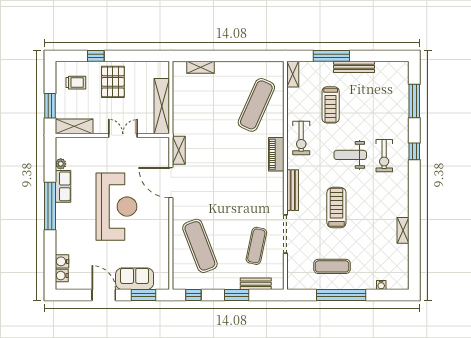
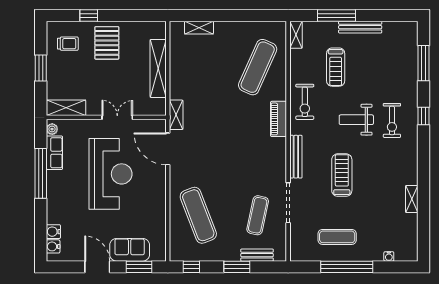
shelving: (74, 126) -> (66, 108), moved
wall: (112, 135) -> (106, 117), moved
double door: (123, 135) -> (117, 117), moved

